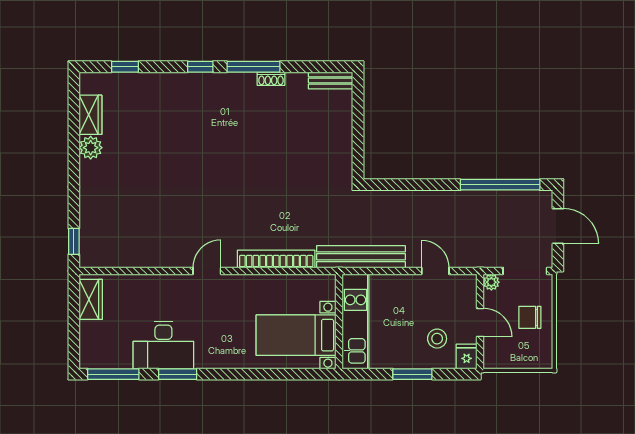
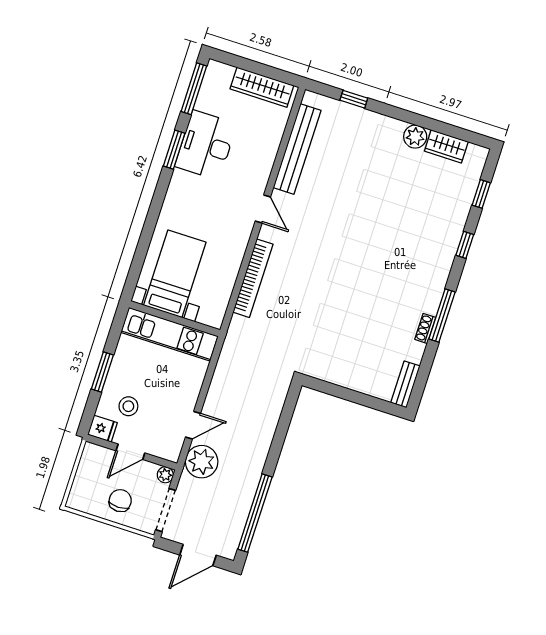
window: (200, 67) -> (465, 245), moved
window: (74, 241) -> (354, 99), moved
plant: (468, 251) -> (202, 462), added
bench: (361, 257) -> (297, 149), moved
wardrobe: (91, 299) -> (262, 87), width x1.50

